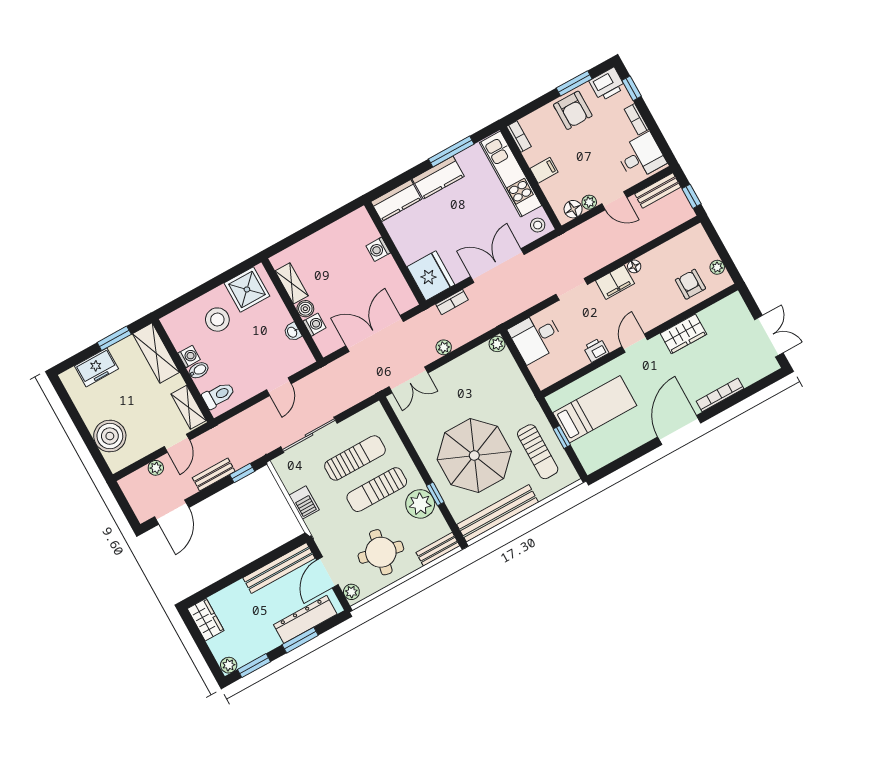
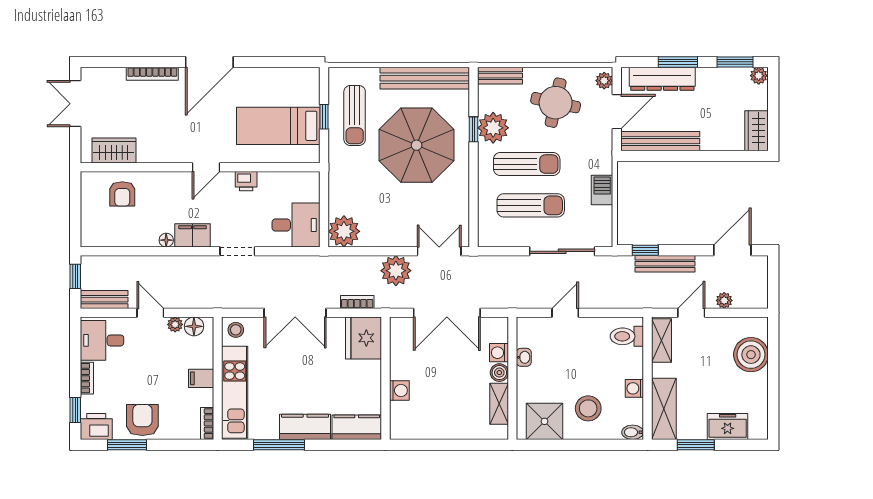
plant: (717, 267) -> (88, 196), removed
wardrobe: (683, 334) -> (114, 151), moved
plant: (497, 344) -> (344, 231), width x1.88, depth x1.88
plant: (444, 347) -> (396, 271), width x1.87, depth x1.87
bidet: (199, 370) -> (633, 432), moved
sun lounger: (538, 452) -> (355, 116), turned 180
sun lounger: (355, 458) -> (531, 205), turned 180
bench: (214, 475) -> (665, 264), width x1.36

